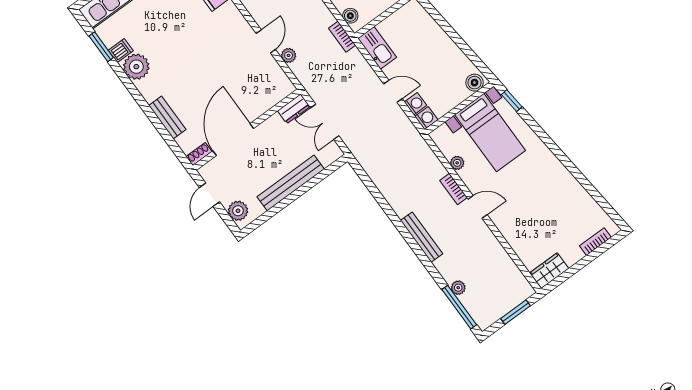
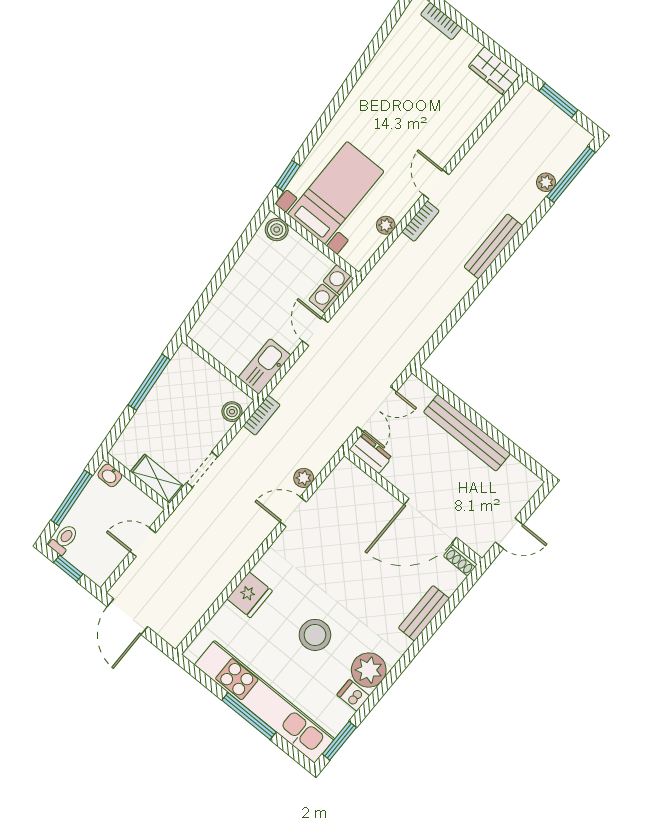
stool: (172, 34) -> (315, 635), added
window: (101, 47) -> (339, 741), moved
plant: (238, 211) -> (520, 491), removed

